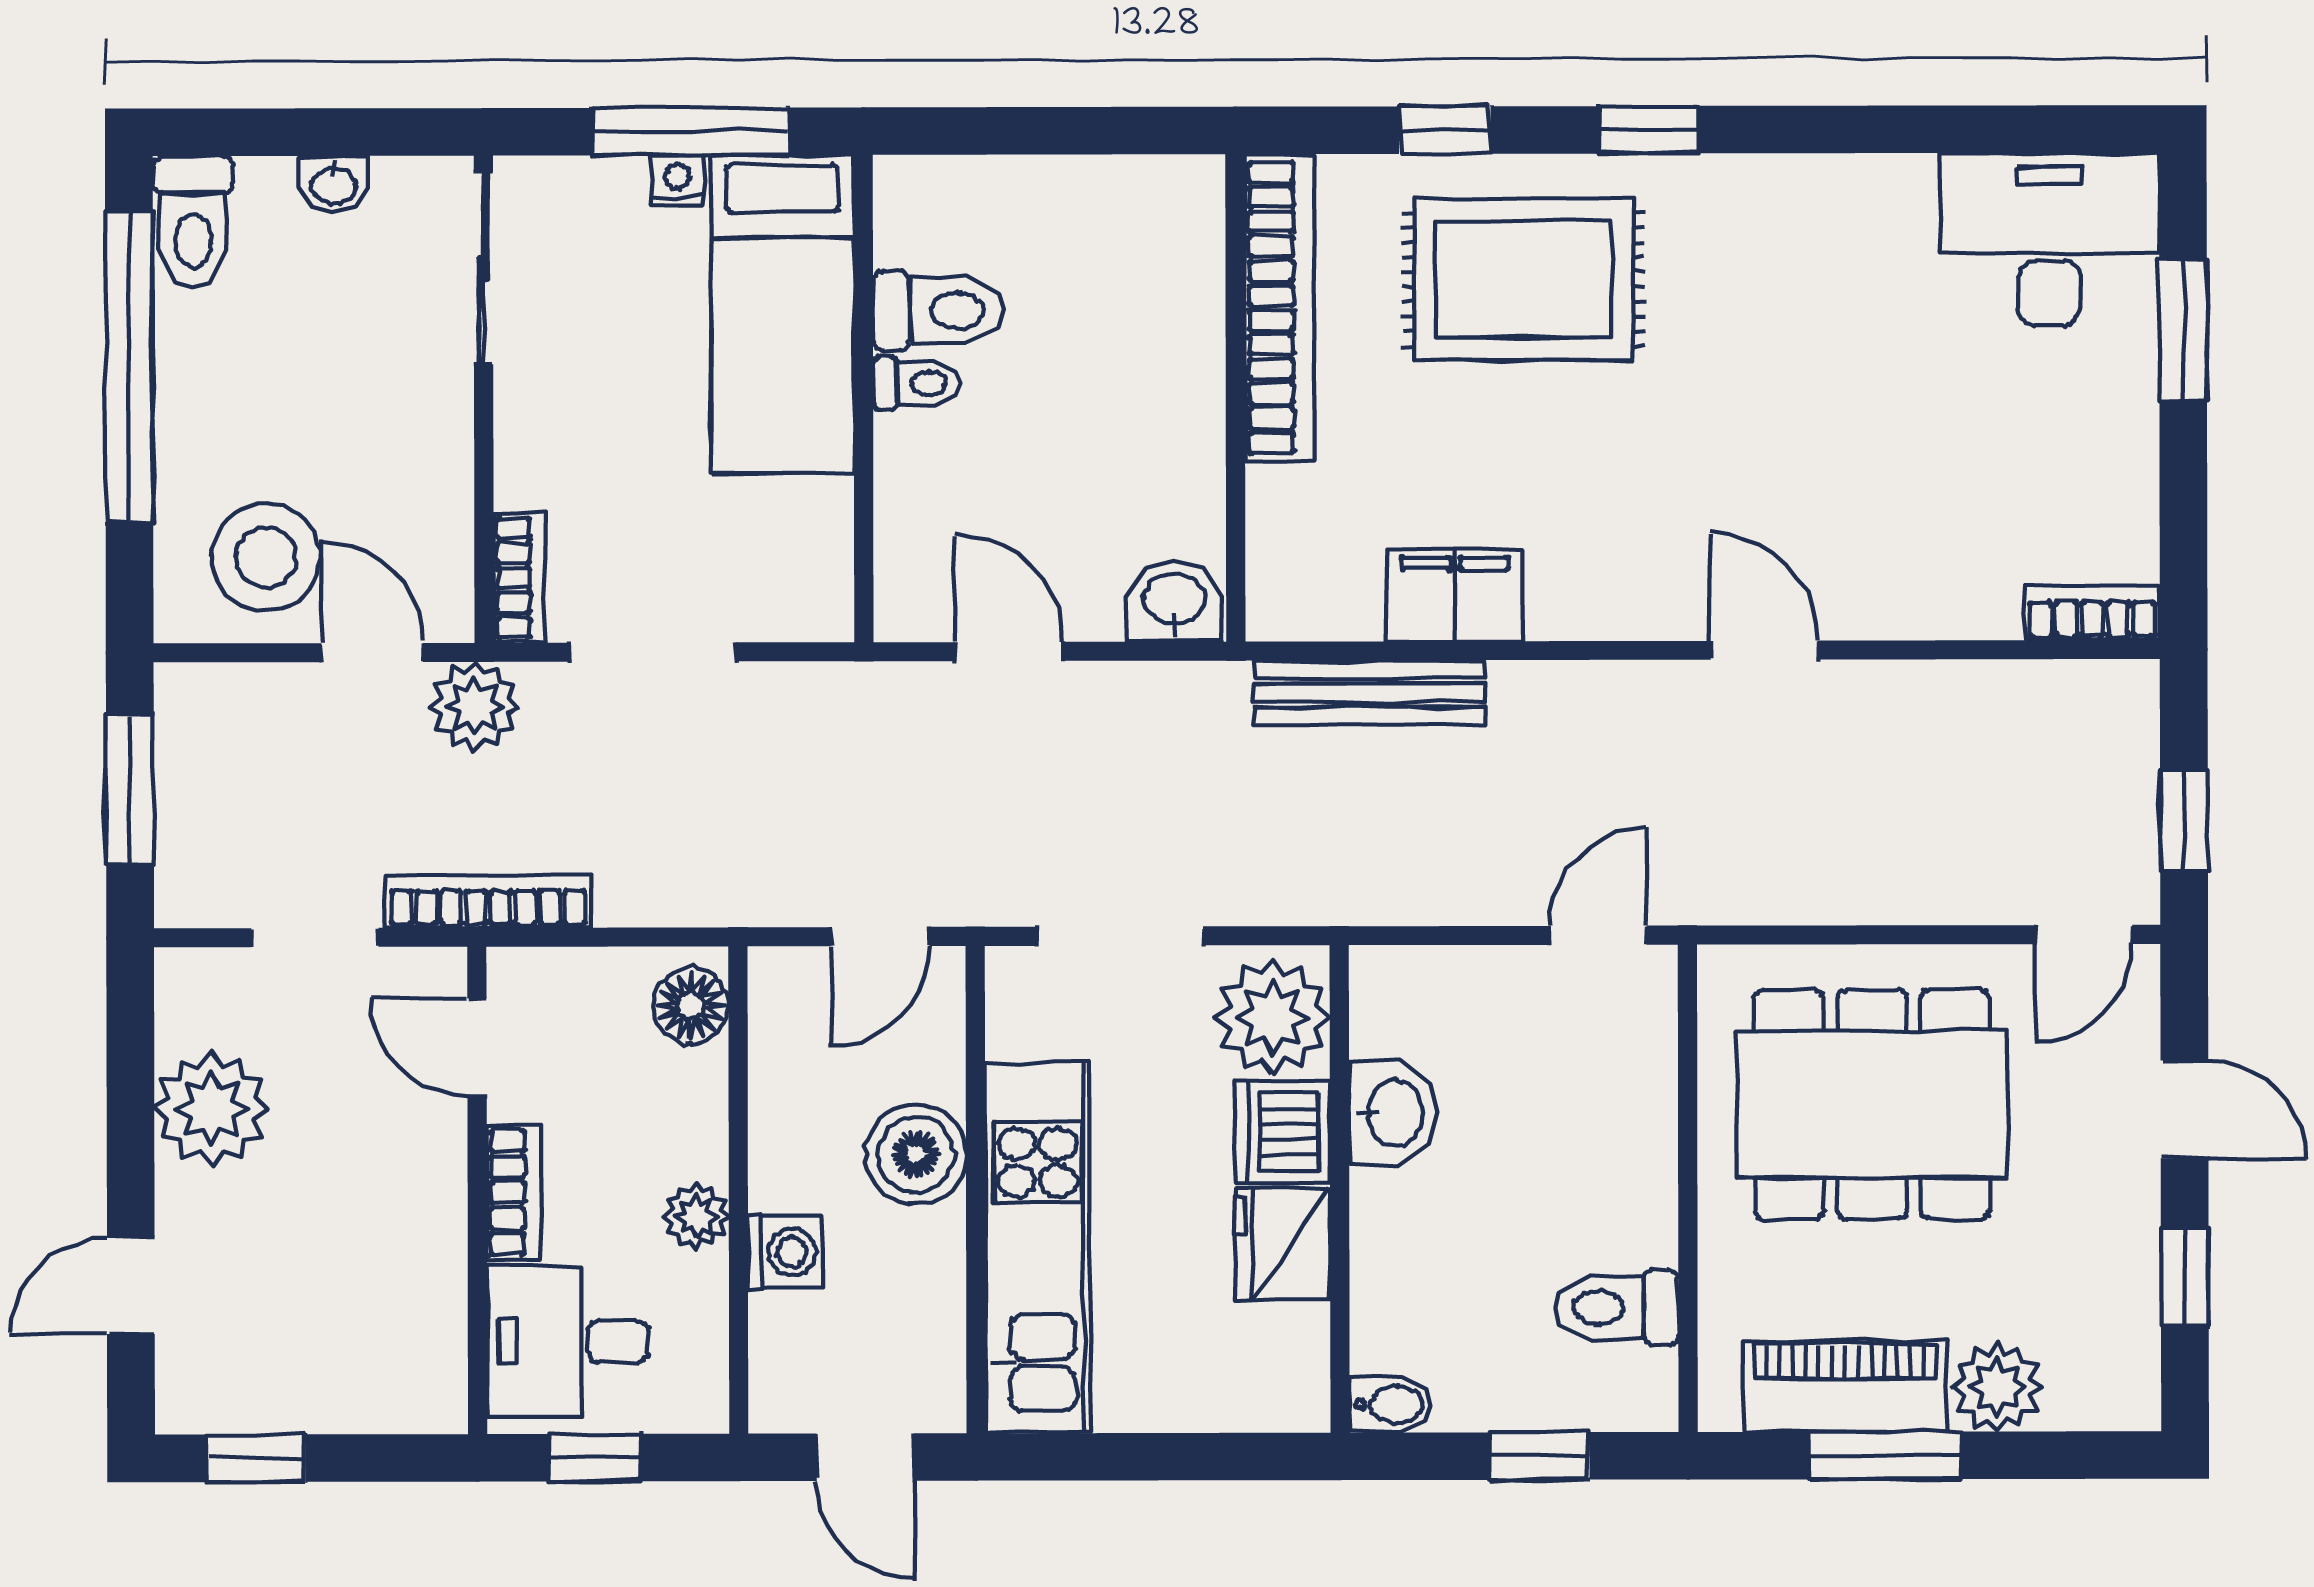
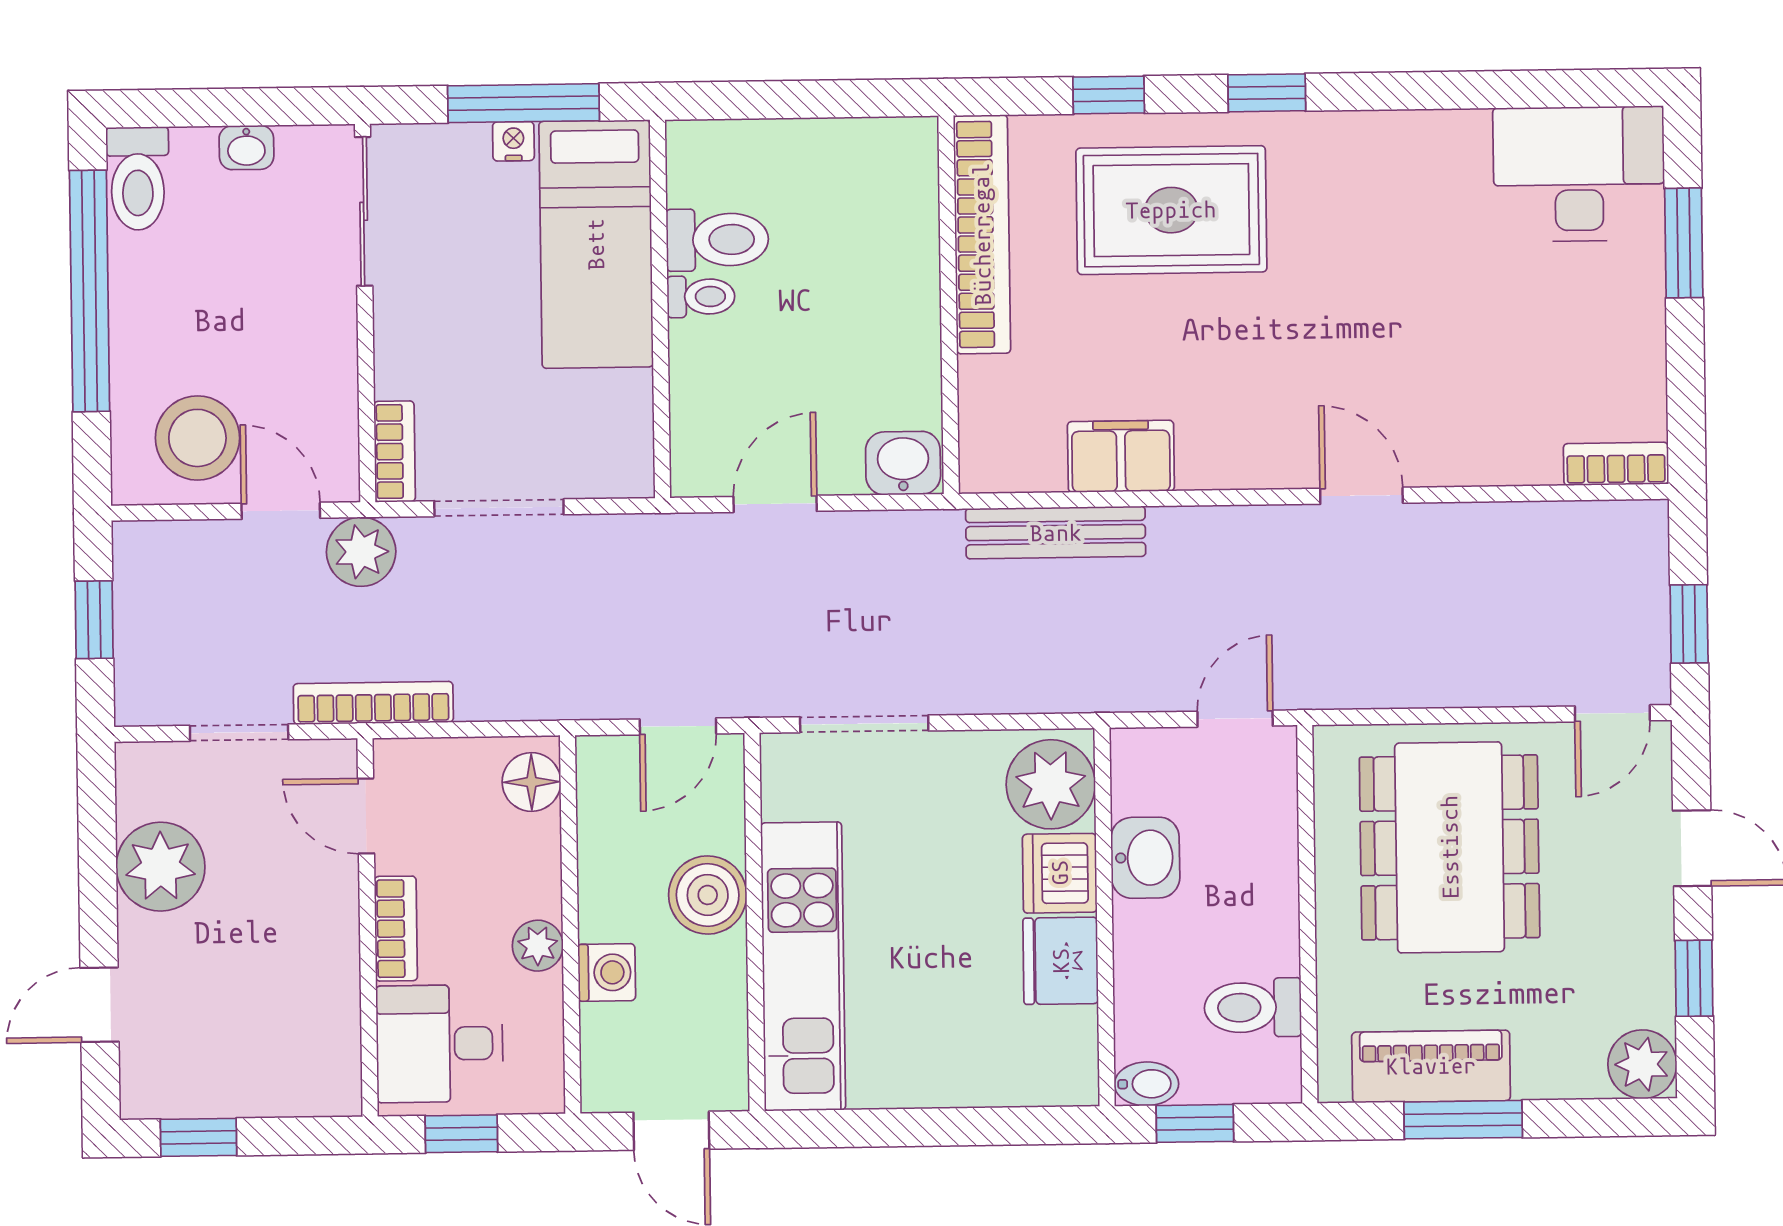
door: (1009, 651) -> (775, 504), hinge flipped
window: (130, 790) -> (94, 620), width x0.67
plant: (1272, 1017) -> (1051, 784), moved
dining table: (1872, 1104) -> (1450, 847), turned 90
washbasin: (1393, 1113) -> (1145, 858), moved
dishwasher: (1282, 1132) -> (1060, 873), moved
wall: (1340, 1189) -> (1105, 917), moved
fridge: (1282, 1245) -> (1061, 961), moved
plant: (1997, 1387) -> (1642, 1064), moved
bidet: (1391, 1404) -> (1146, 1084), moved

